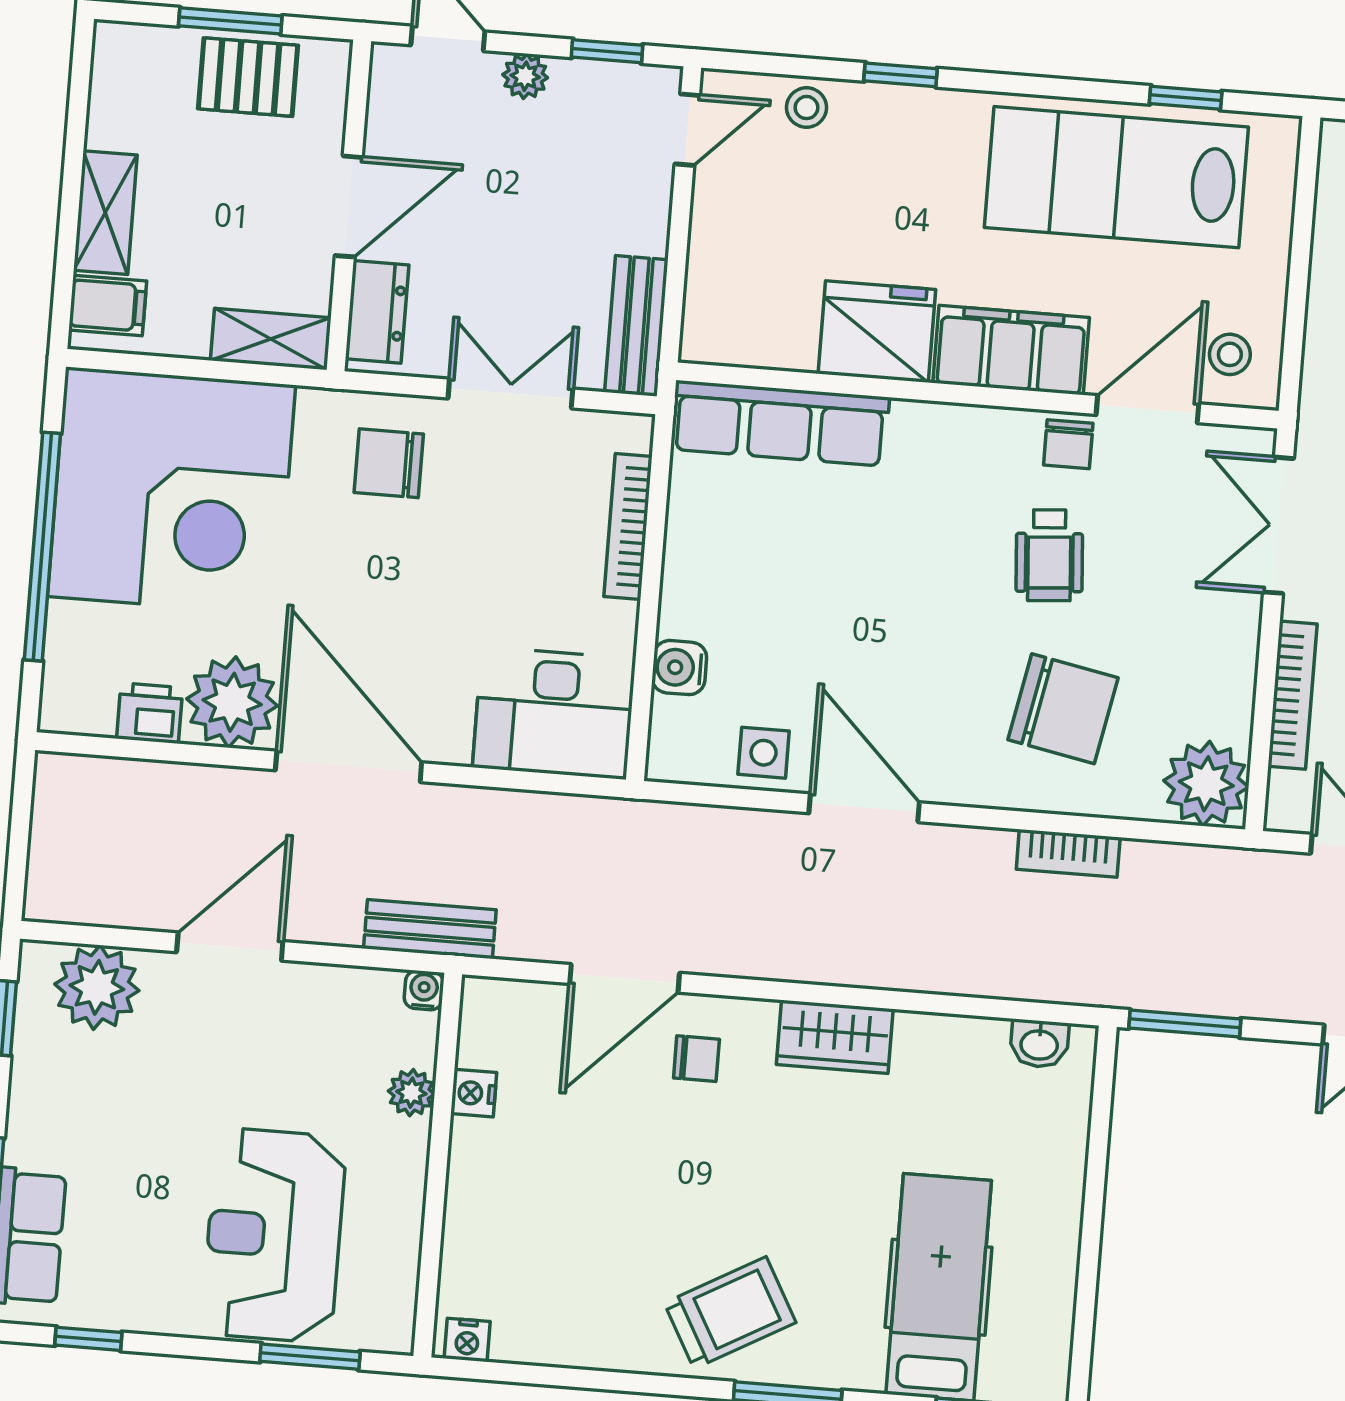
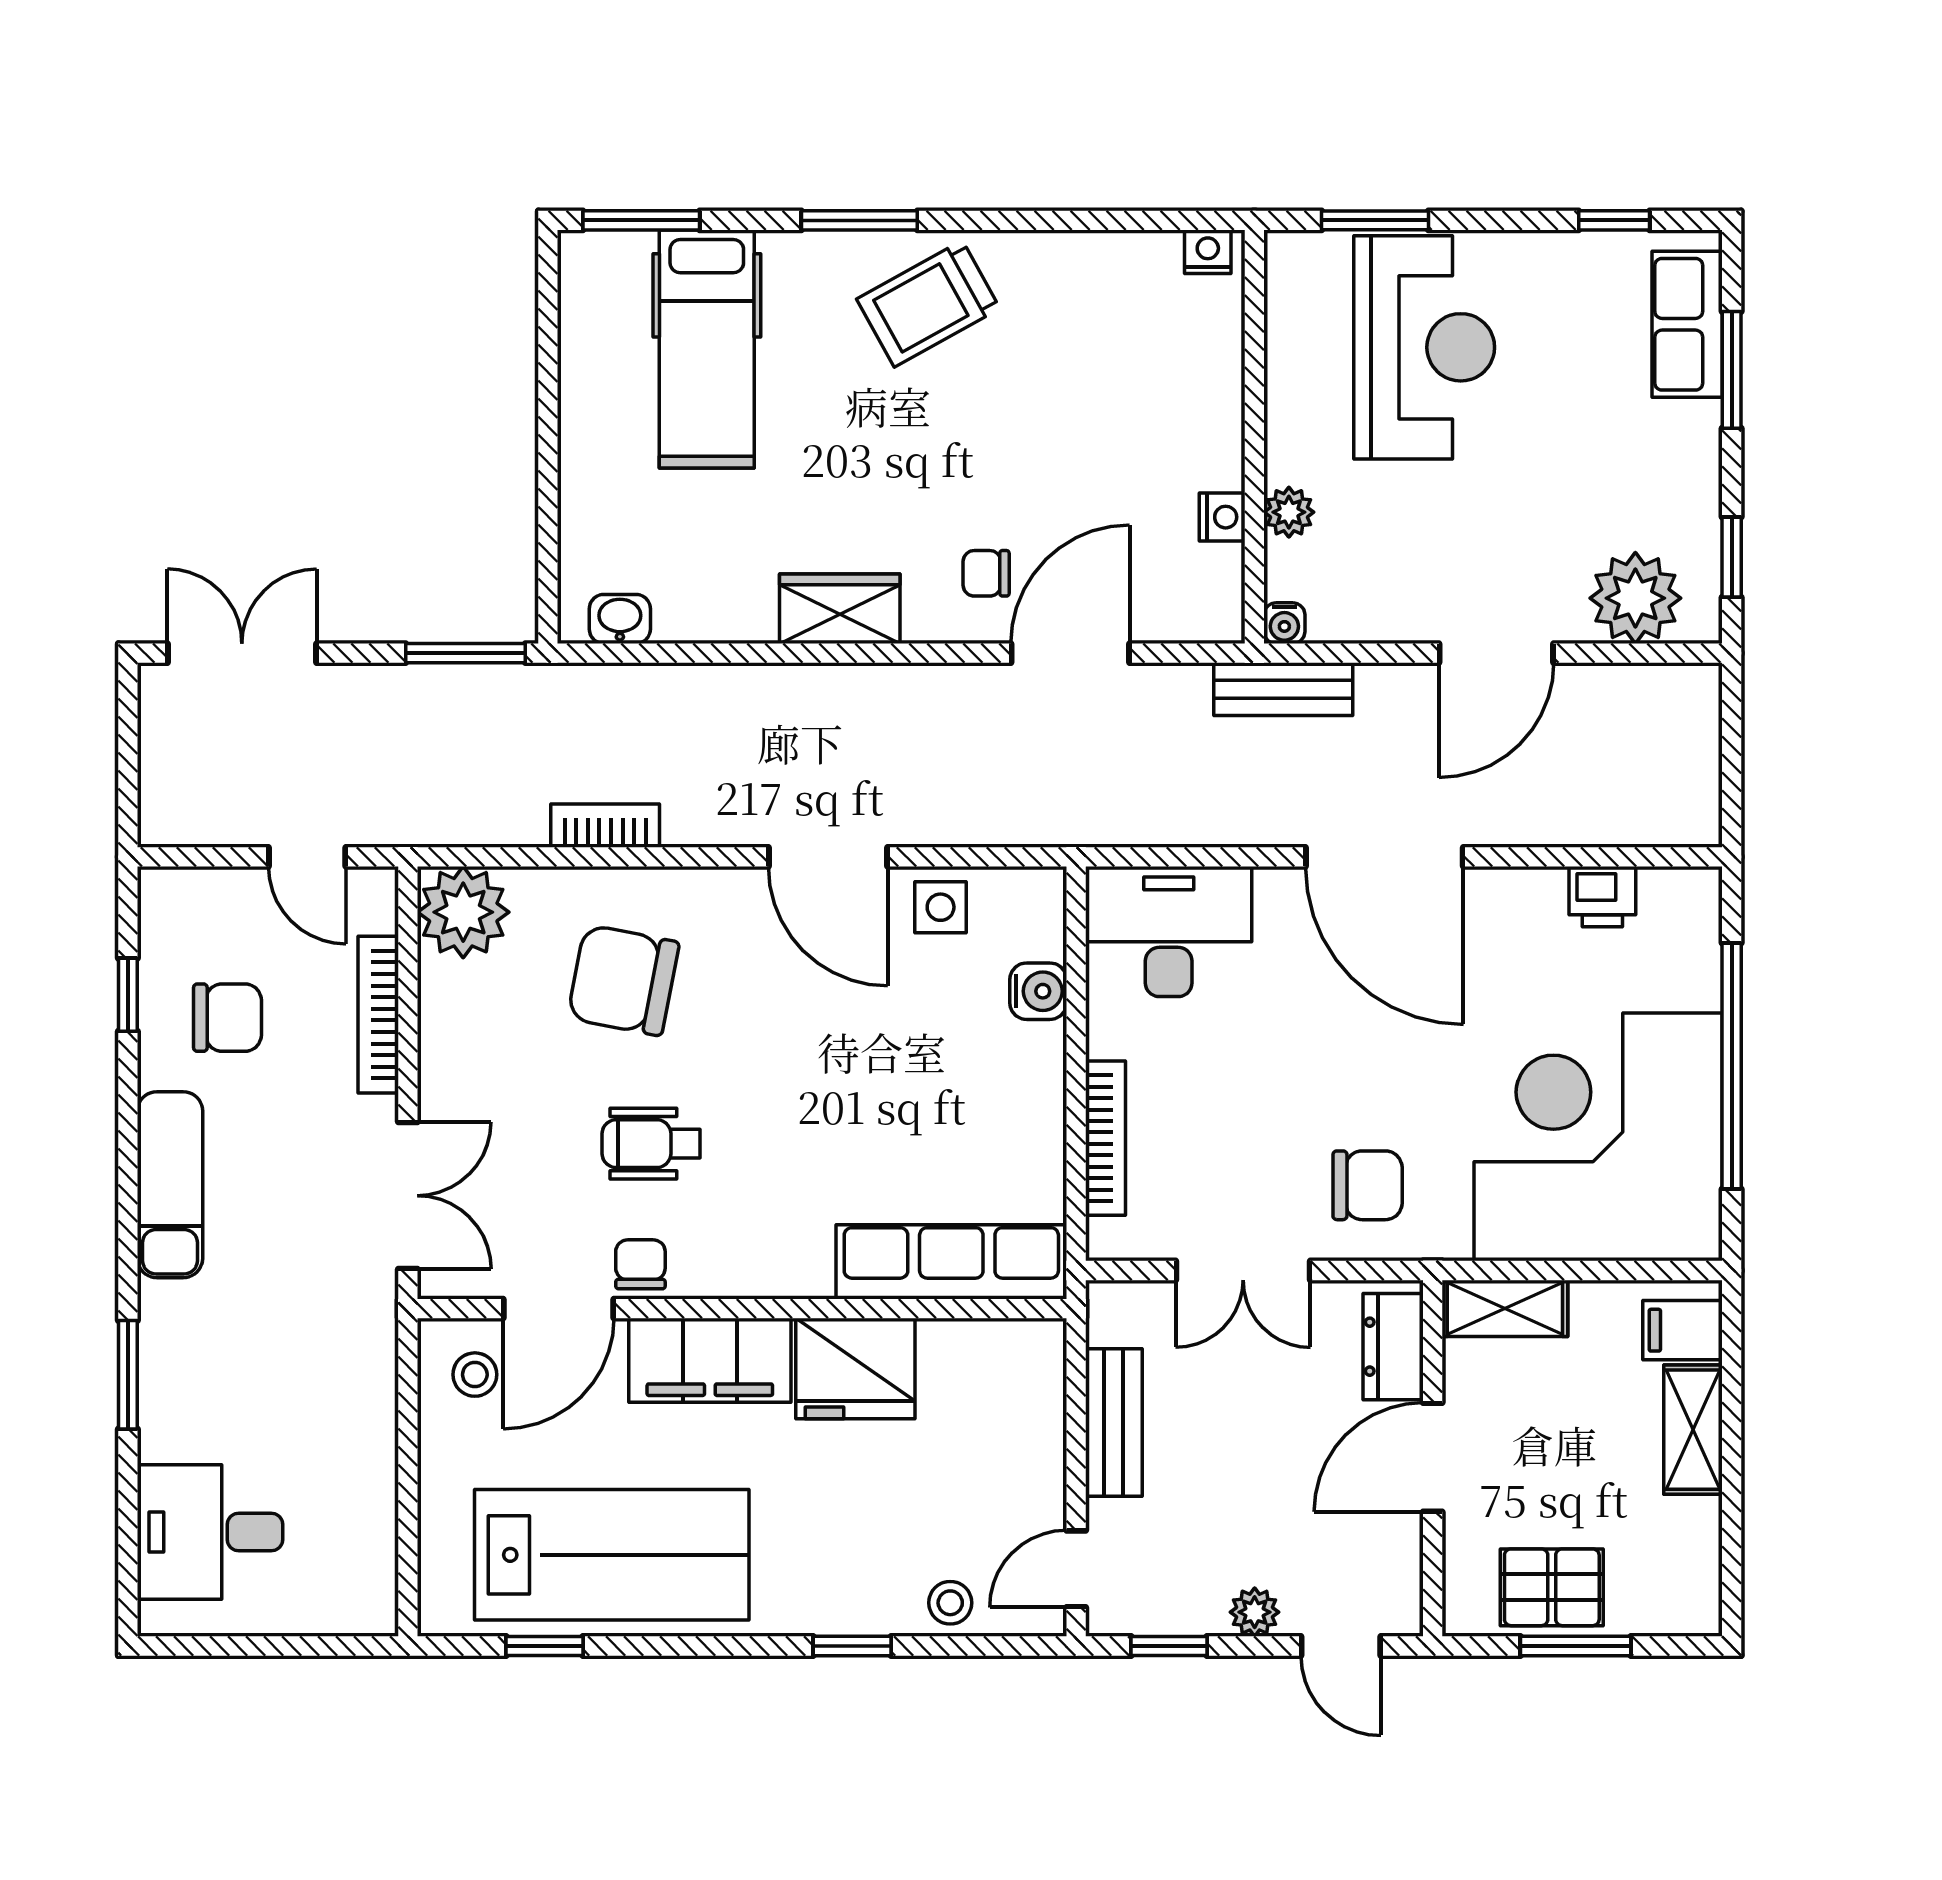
bench: (636, 326) -> (1114, 1423), moved
wheelchair: (1049, 555) -> (651, 1144), turned -86
plant: (232, 702) -> (1515, 916), removed

